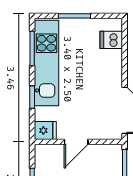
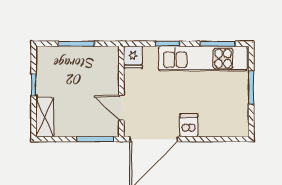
dishwasher: (111, 40) -> (189, 125), moved
door: (76, 142) -> (121, 108), moved

